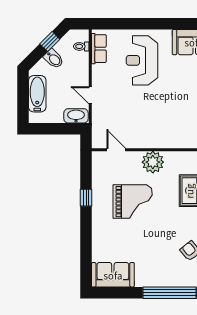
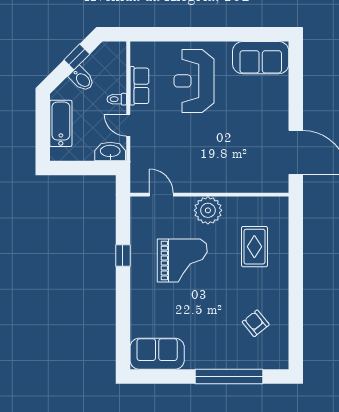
toilet: (81, 46) -> (117, 99), moved
row of seats: (99, 49) -> (139, 86), moved

